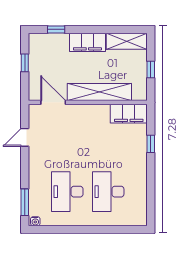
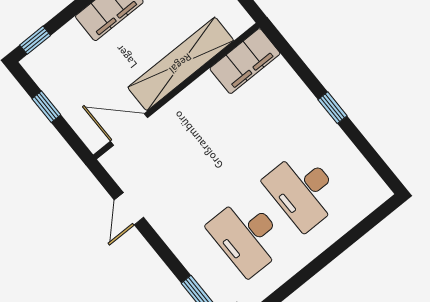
window: (56, 29) -> (35, 40), moved
window: (151, 144) -> (333, 108), moved

